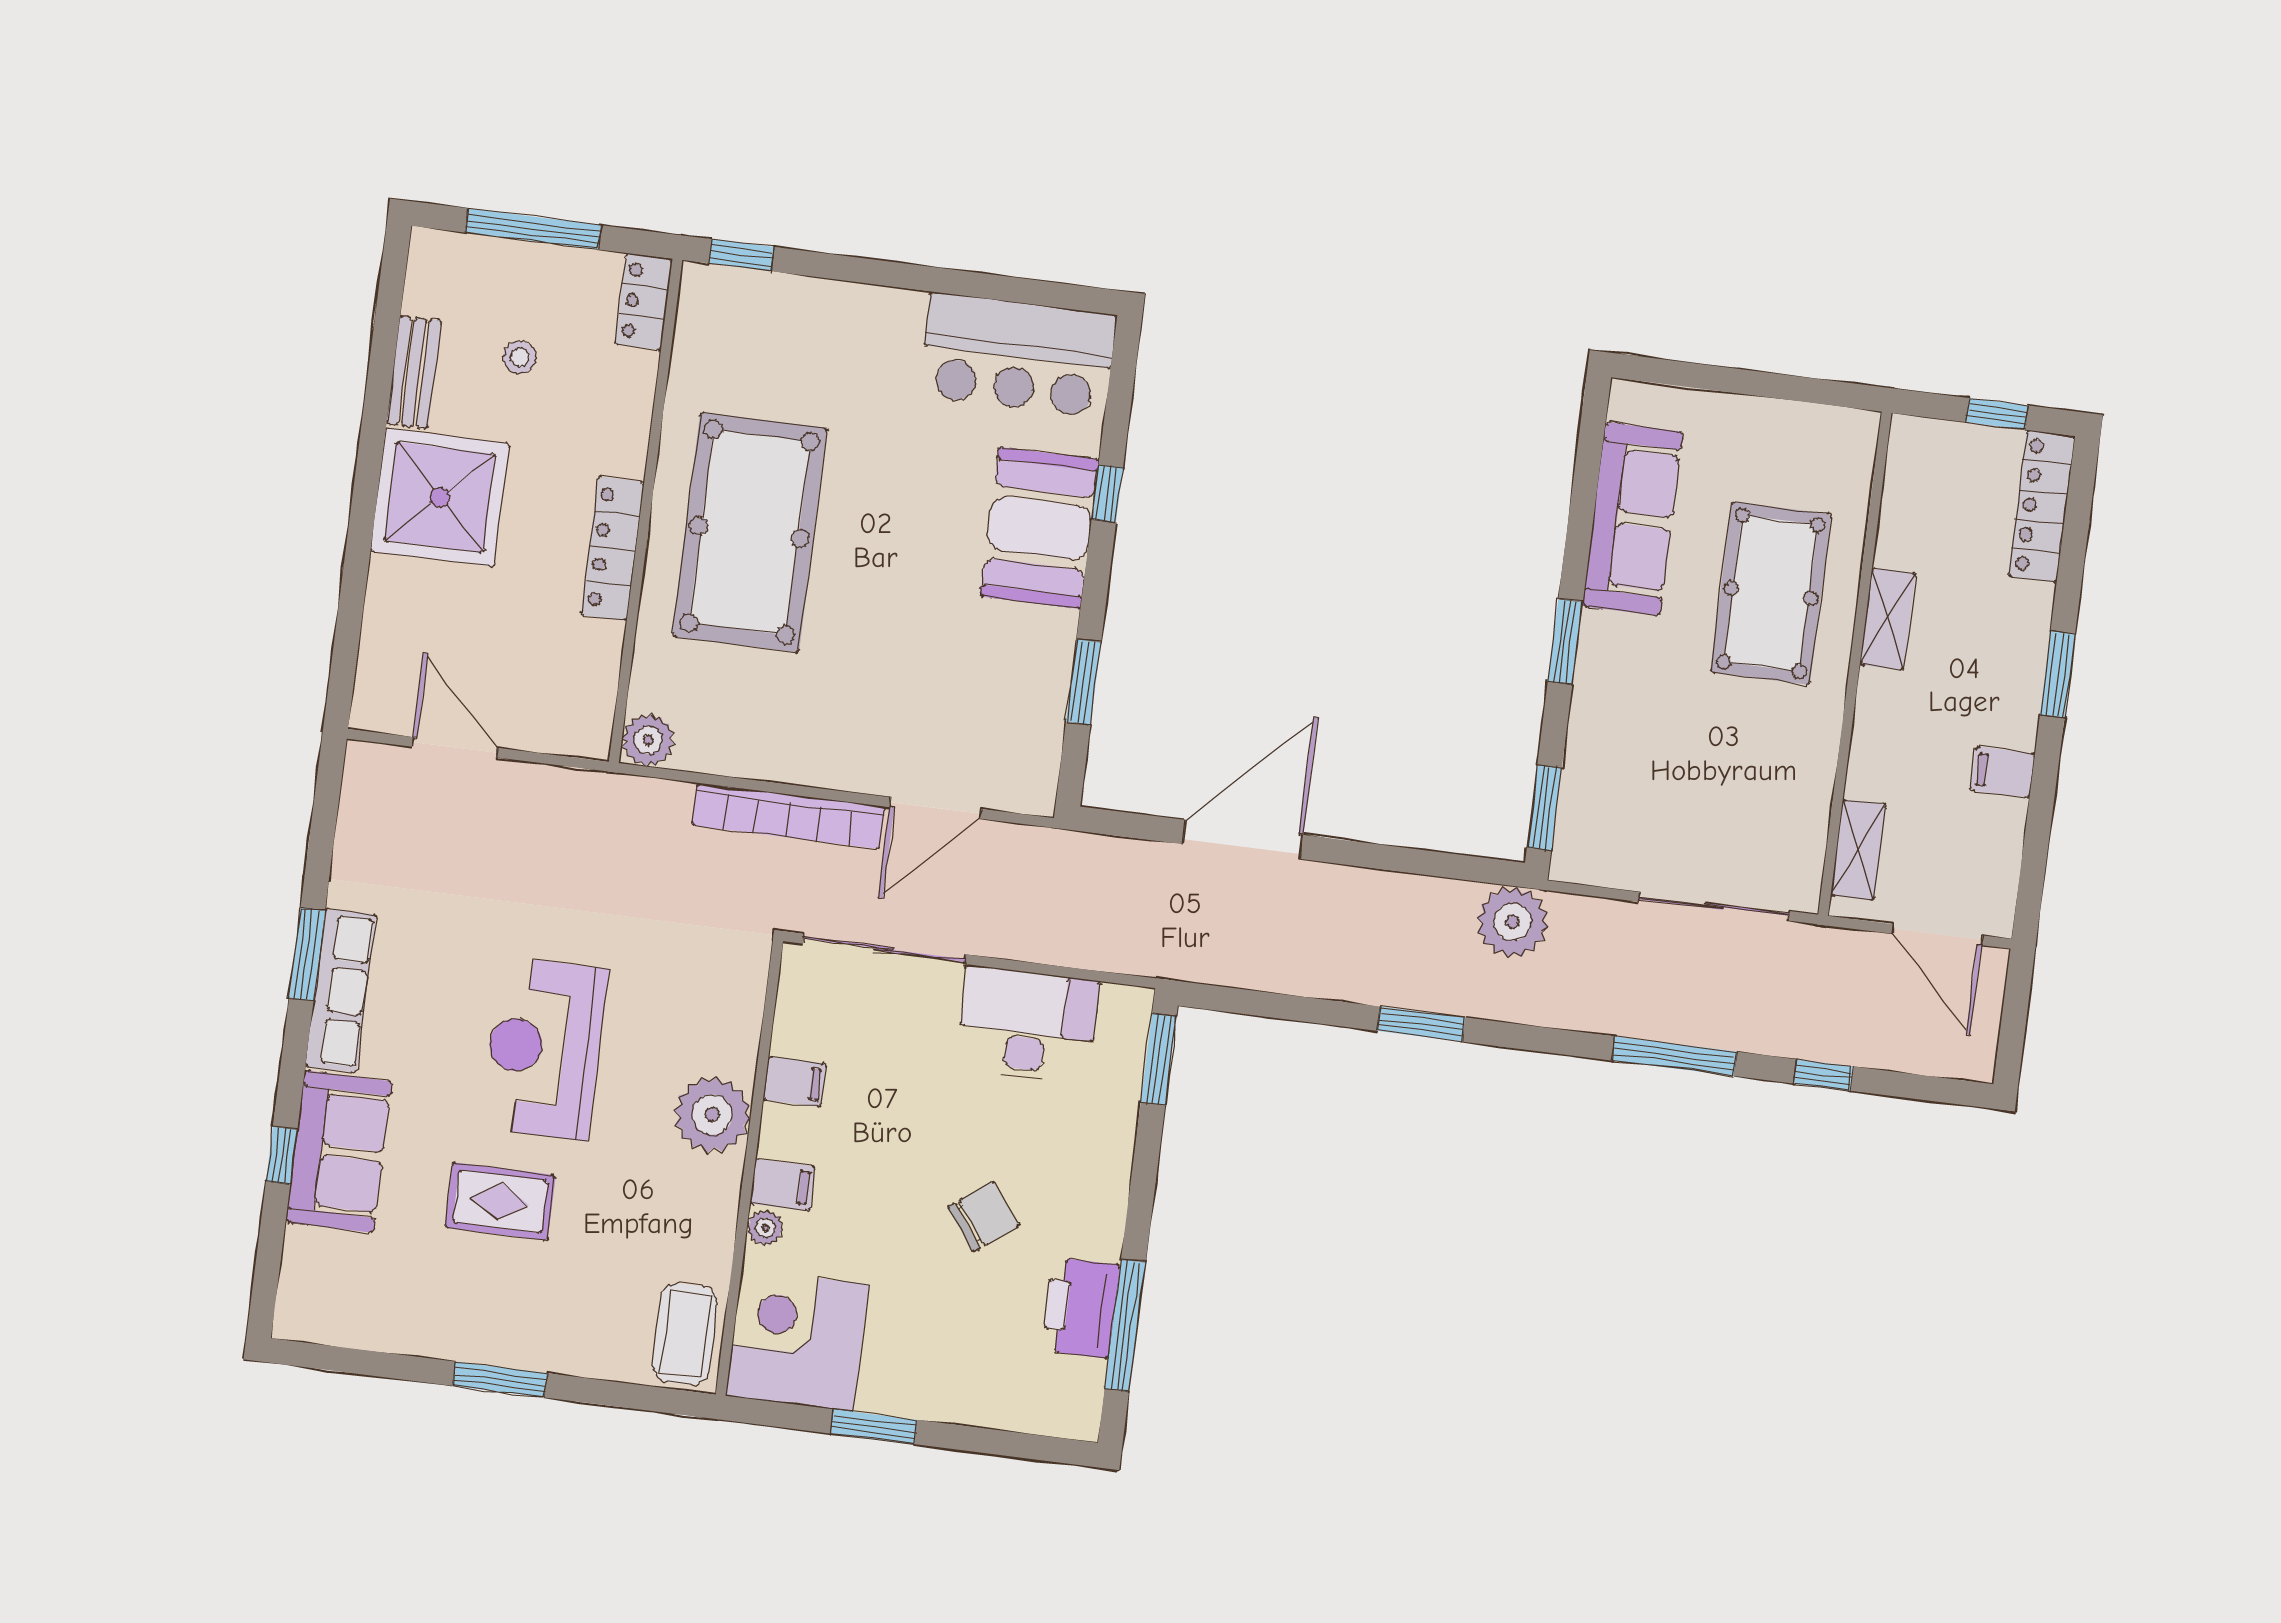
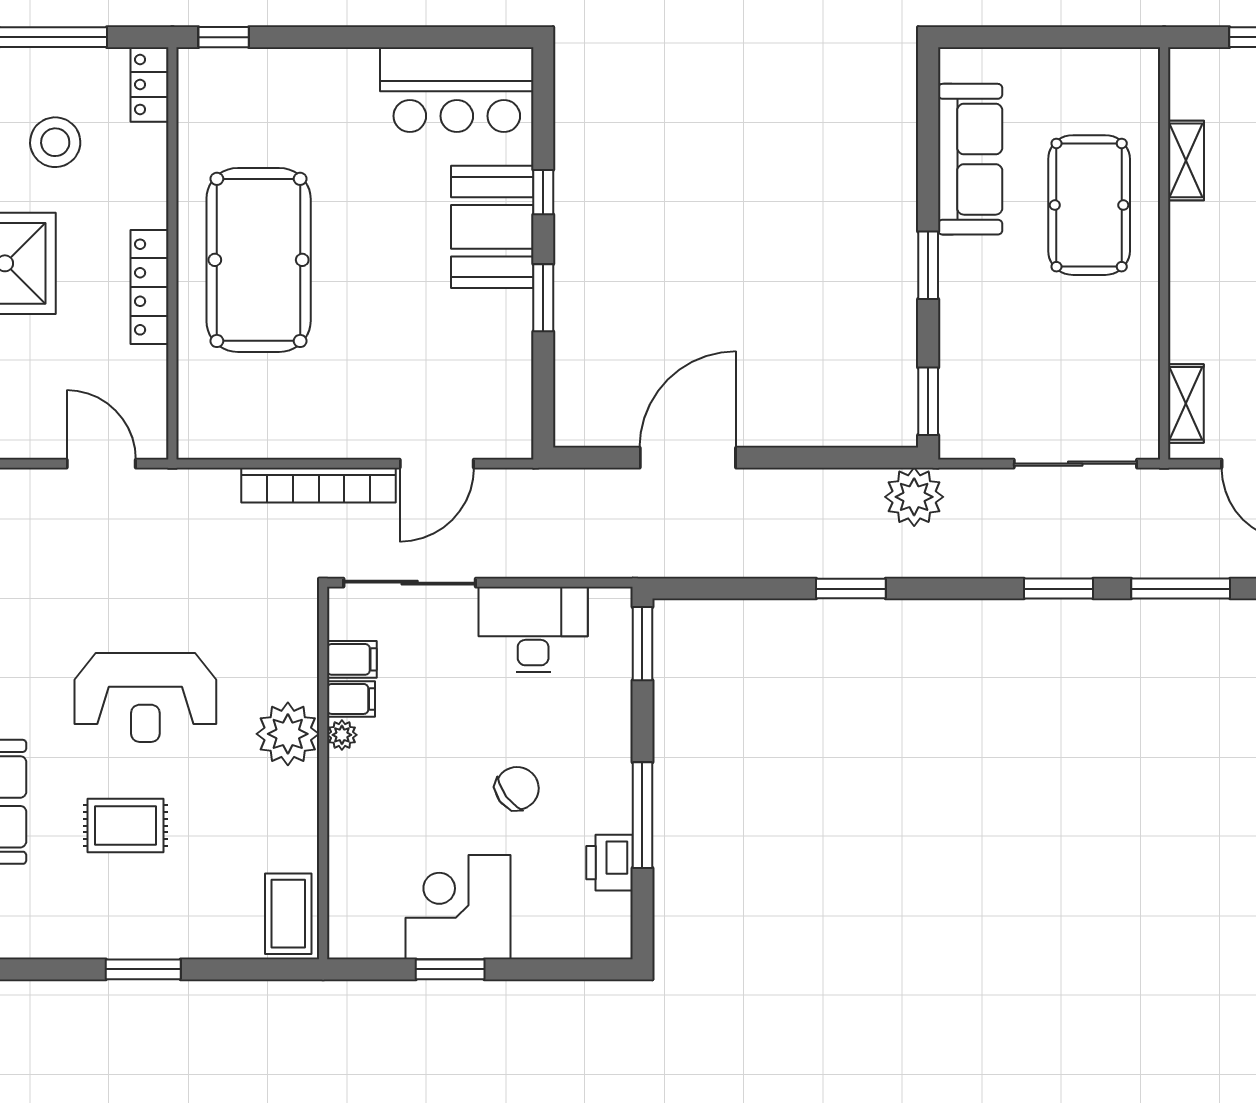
stool: (520, 357) -> (55, 142), width x1.89, depth x1.89
shelving: (1888, 619) -> (1186, 160), moved
window: (1083, 682) -> (543, 298), moved
plant: (648, 740) -> (198, 438), removed
door: (455, 747) -> (101, 464), moved
reception desk: (544, 1048) -> (145, 697), turned -90
window: (1674, 1056) -> (1058, 589), width x0.69
window: (1823, 1075) -> (1181, 589), width x2.17
filing cabinet: (783, 1185) -> (352, 659), moved
plant: (765, 1228) -> (342, 735), moved
printer: (1081, 1308) -> (609, 863), width x0.73, depth x0.84
window: (1125, 1326) -> (642, 815), moved
corner desk: (797, 1340) -> (458, 907), moved

